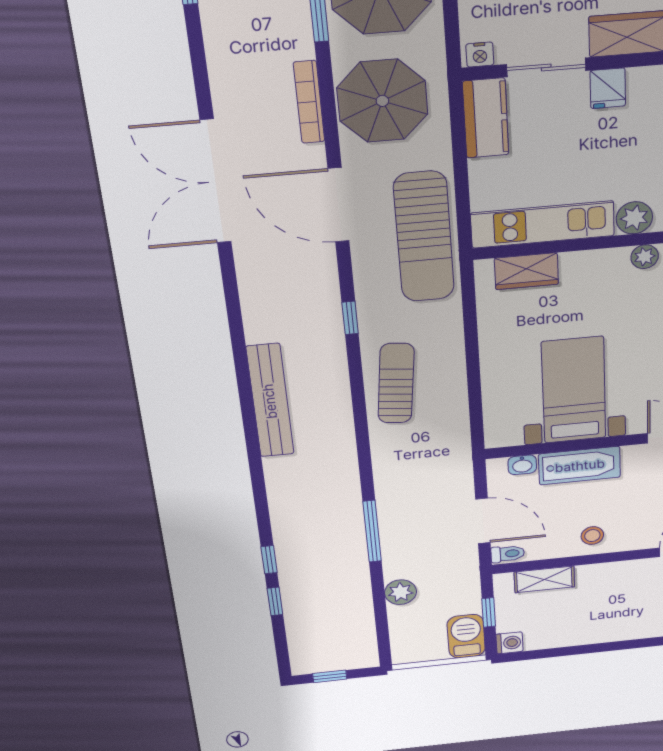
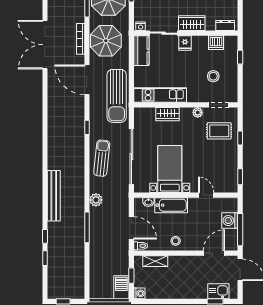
double door: (216, 182) -> (45, 45), moved
plant: (634, 218) -> (194, 96), removed
wardrobe: (526, 271) -> (168, 114), moved
sliding door: (473, 373) -> (131, 157), added
bench: (270, 401) -> (54, 196), moved
plant: (400, 592) -> (96, 200), moved

